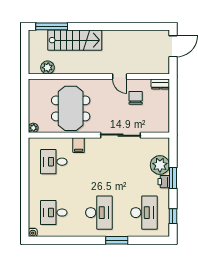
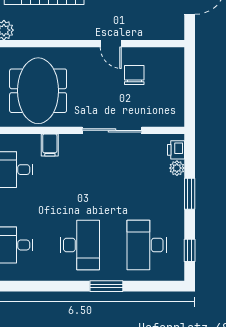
dresser: (160, 84) -> (171, 55), removed
plant: (160, 165) -> (177, 168), width x0.53, depth x0.53
printer: (164, 182) -> (176, 150), moved
desk: (144, 213) -> (147, 245), turned 180

